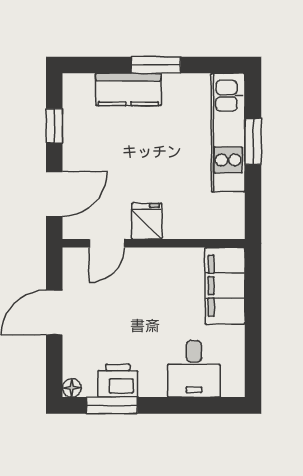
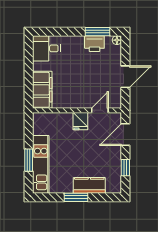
desk: (194, 369) -> (46, 48), moved, turned -90

